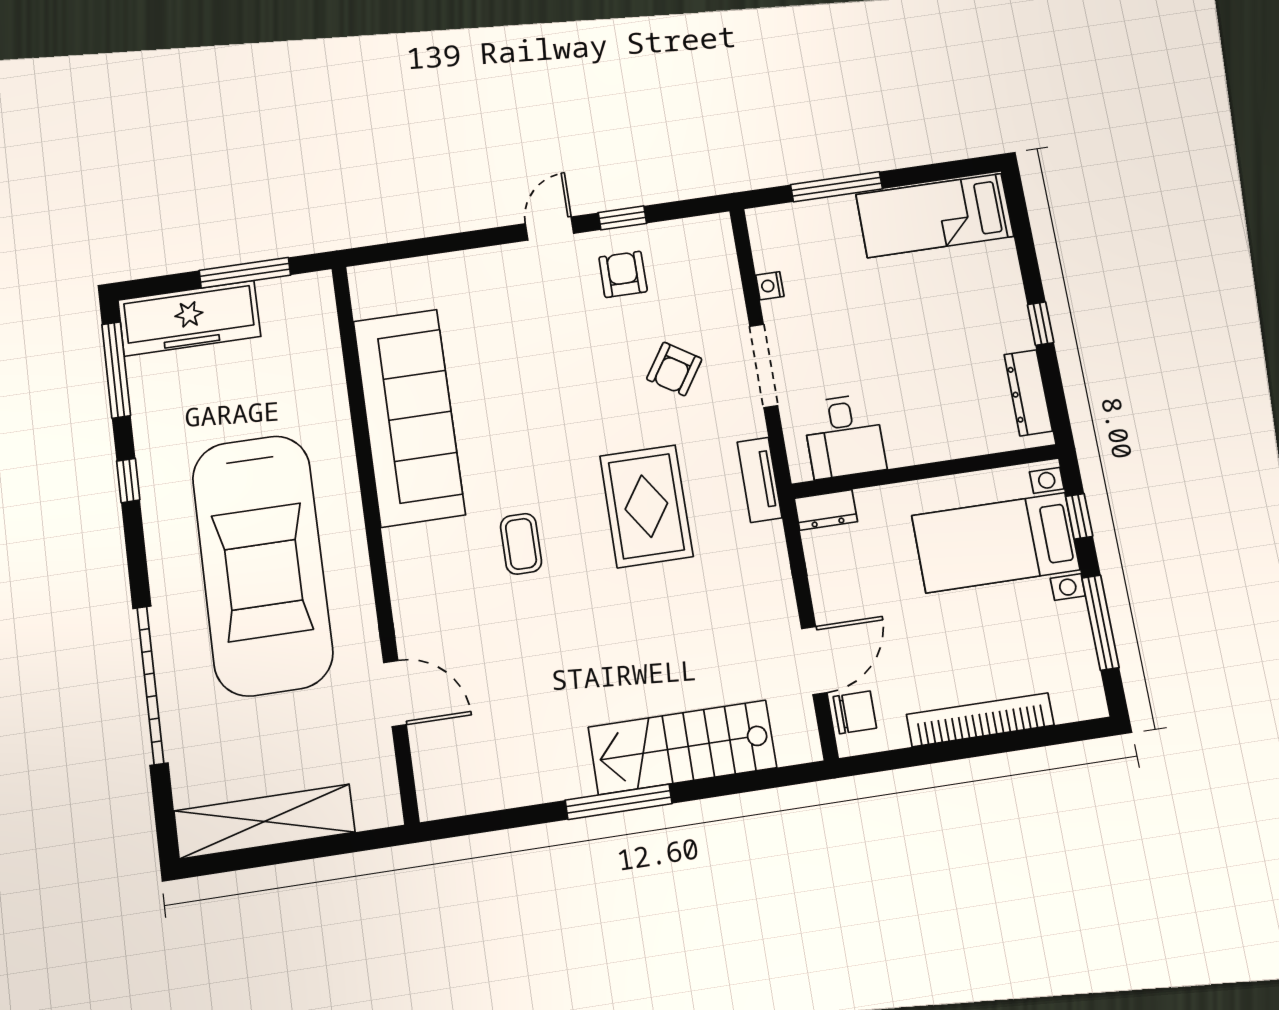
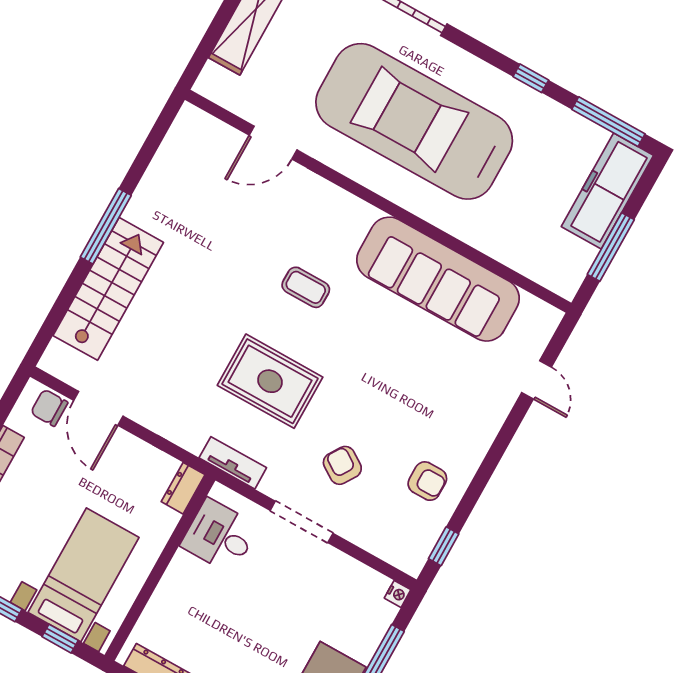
window: (622, 218) -> (444, 546), moved
door: (549, 228) -> (537, 380), moved
nightstand: (770, 286) -> (398, 594), moved, turned 90
chair: (855, 712) -> (49, 408), turned 90

